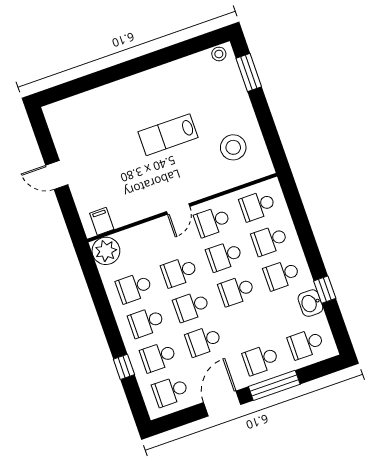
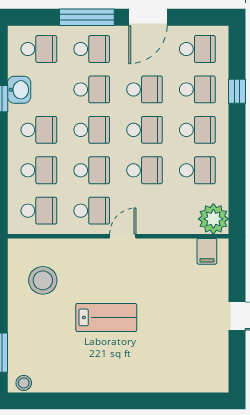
school desk: (249, 325) -> (92, 89), added

